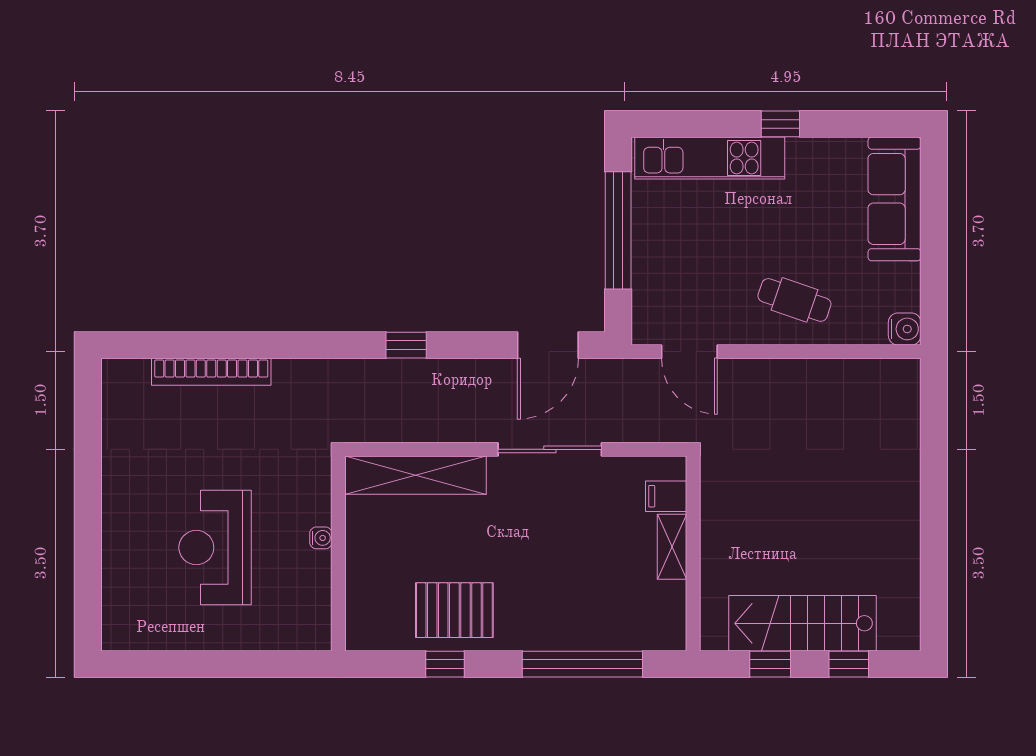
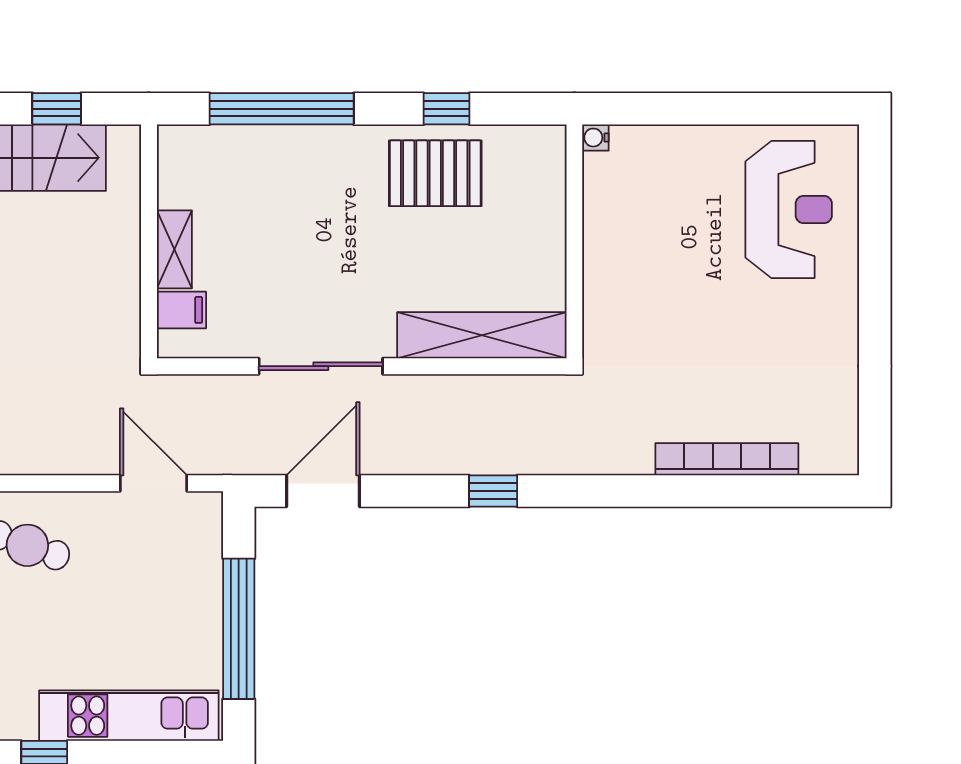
water cooler: (321, 538) -> (595, 138), moved
reception desk: (215, 548) -> (789, 209), moved

